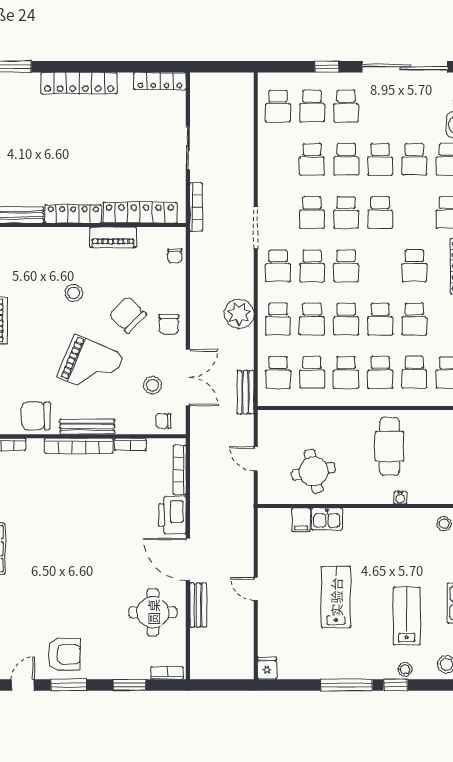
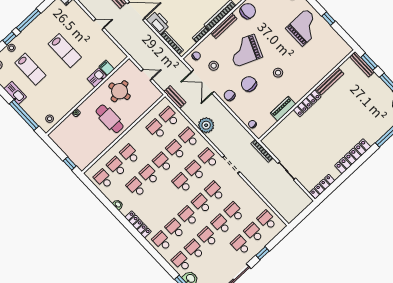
locker: (140, 213) -> (282, 128), removed
school desk: (414, 266) -> (175, 229), moved
chair: (128, 315) -> (249, 84), turned -134
school desk: (346, 372) -> (143, 142), removed
cafe table: (389, 446) -> (110, 119), moved

